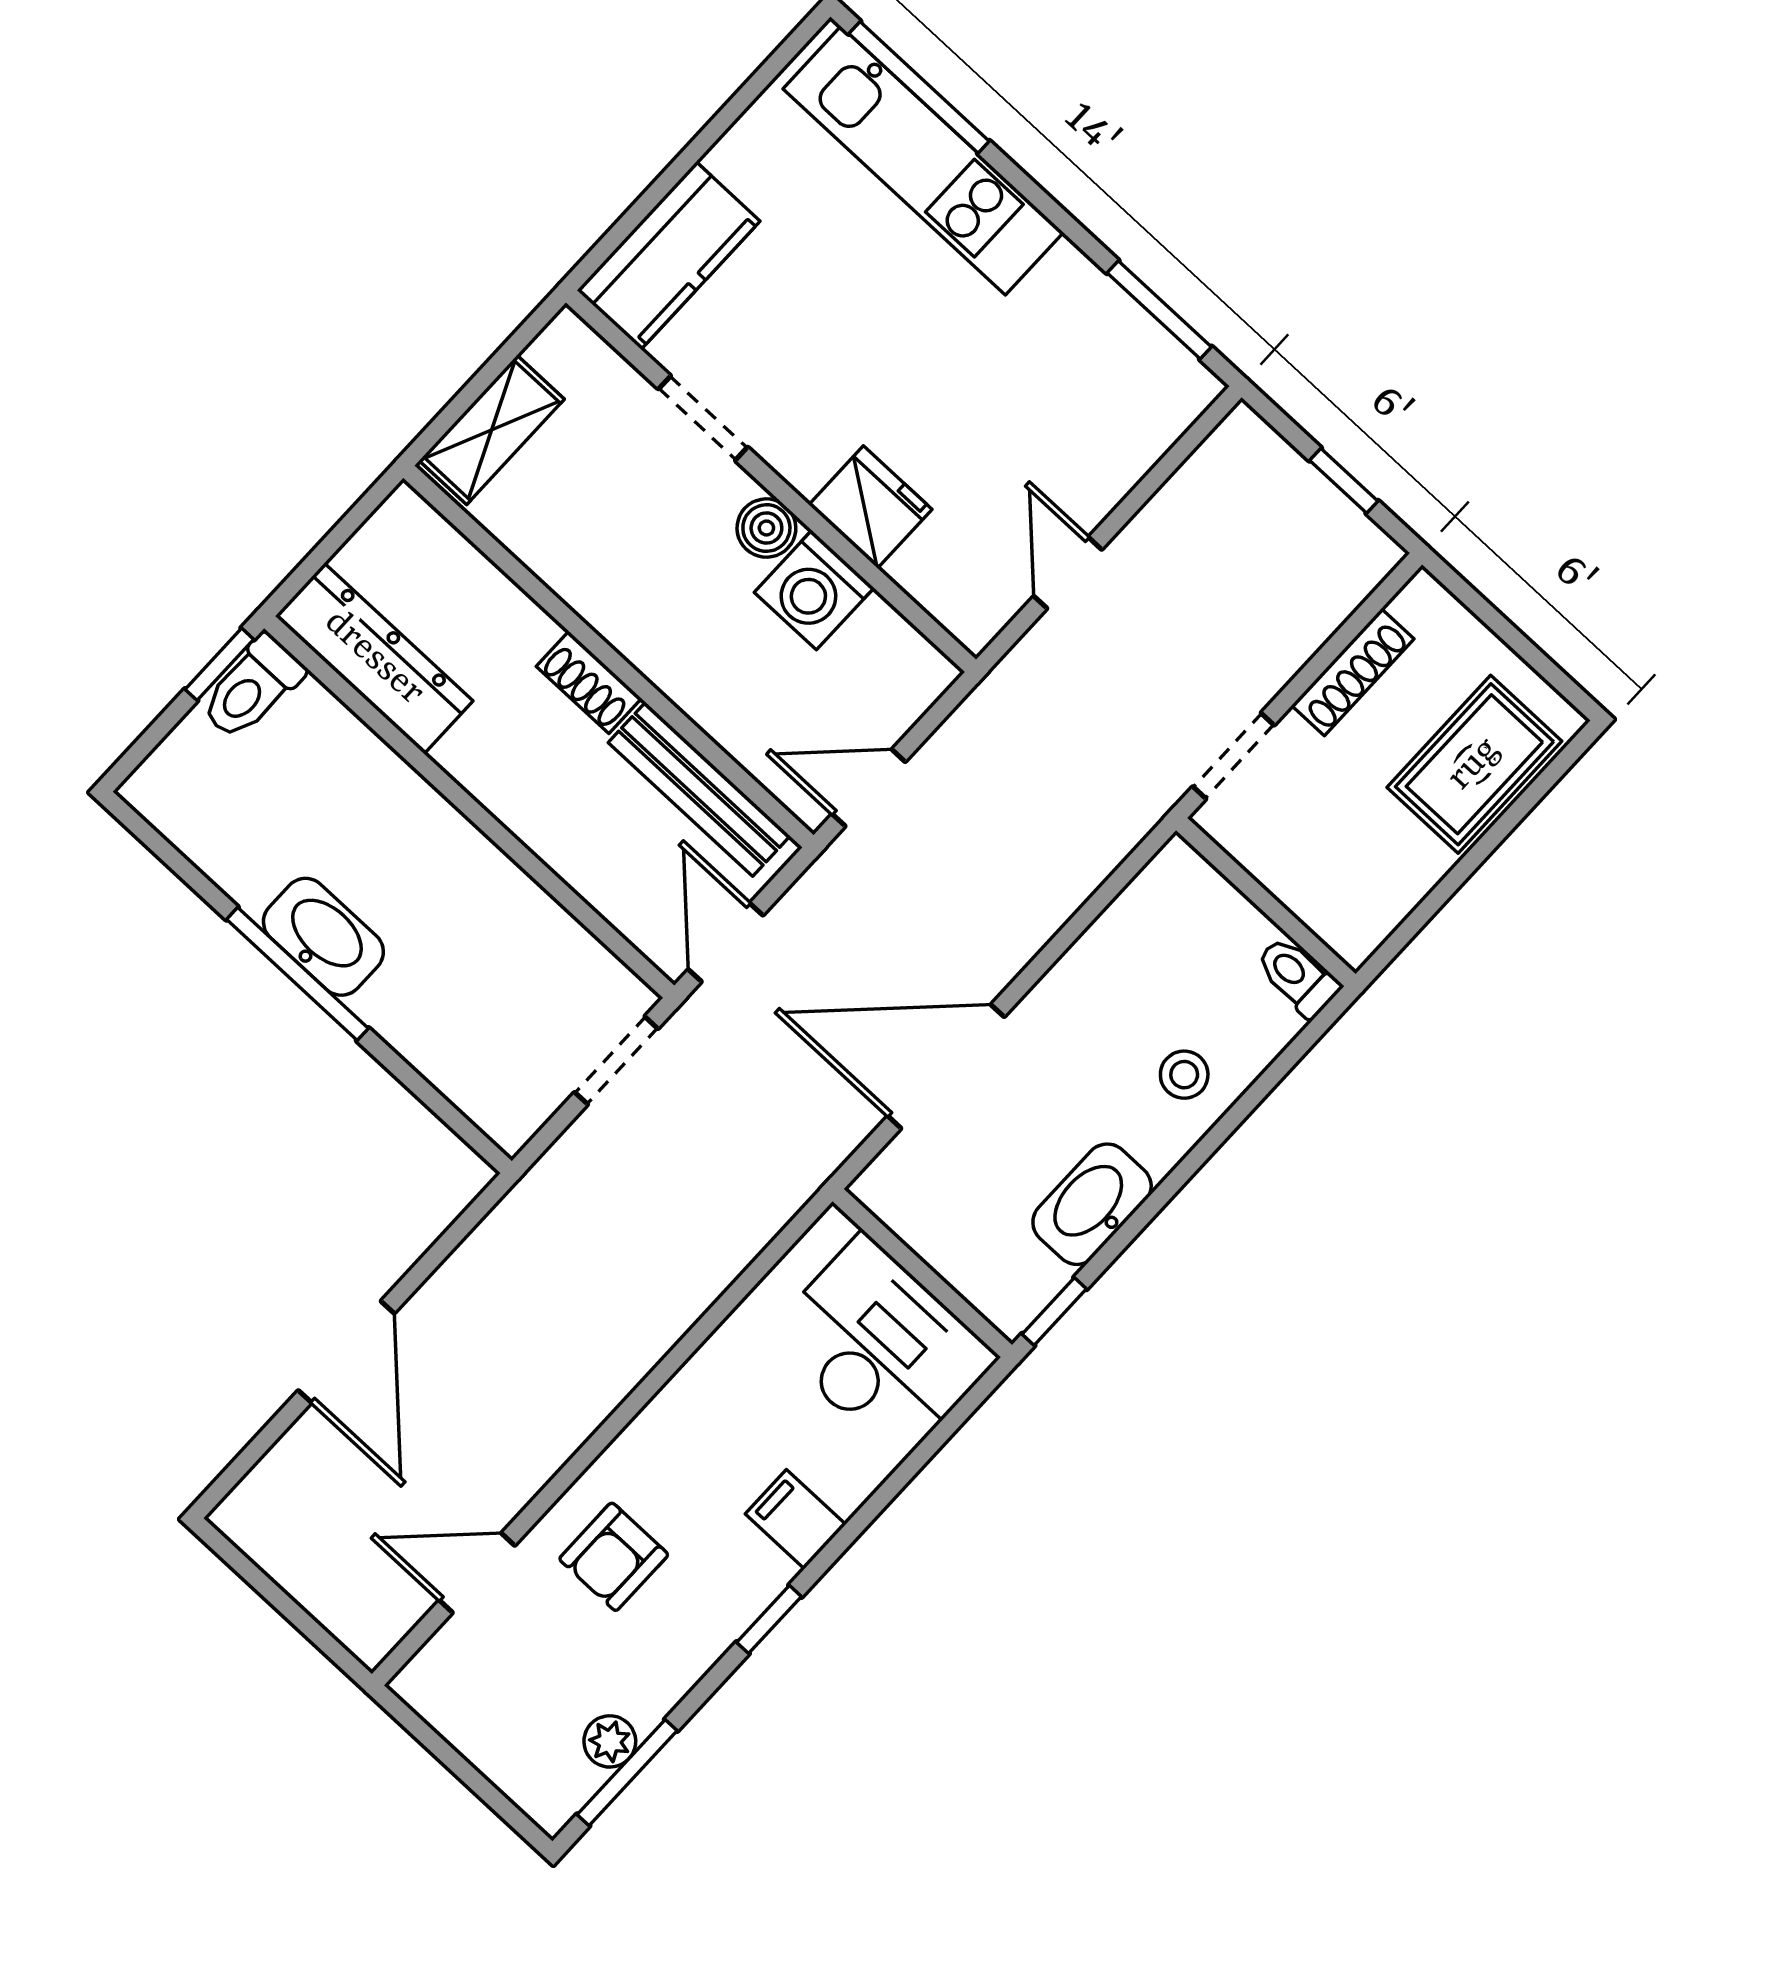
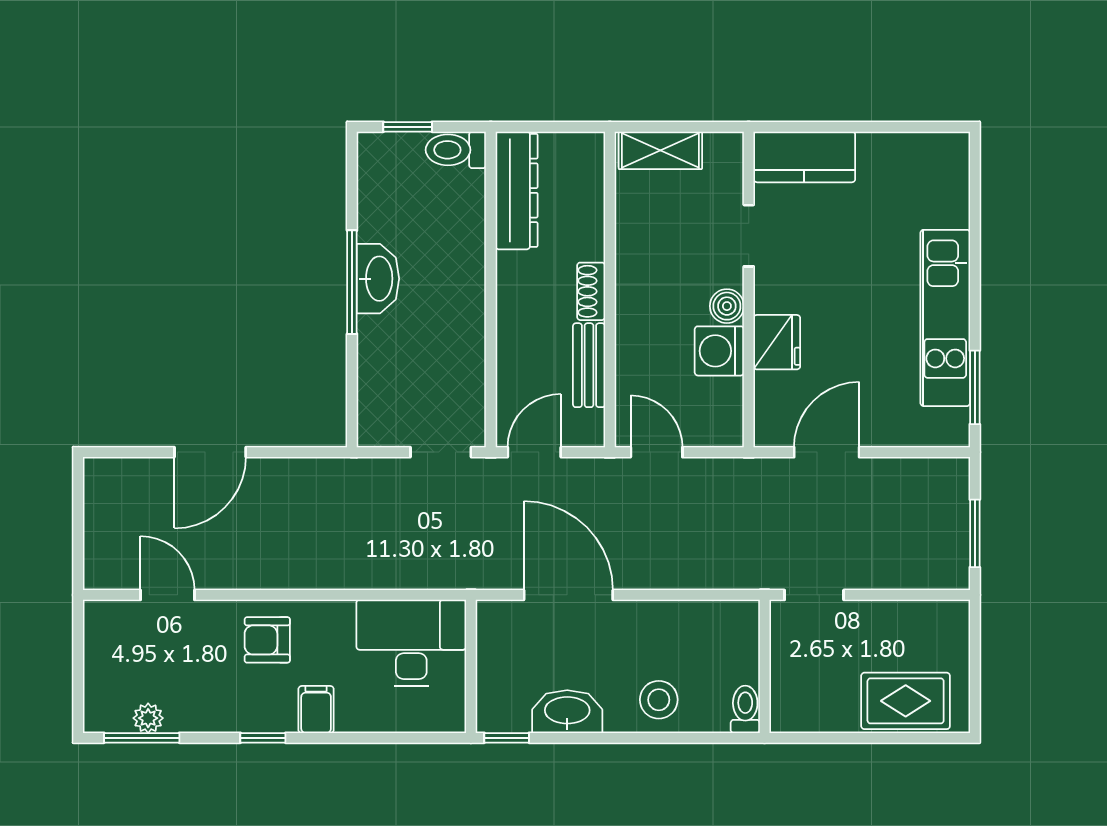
window: (919, 87) -> (975, 197), removed
kitchen unit: (923, 161) -> (945, 318), moved
window: (1344, 481) -> (975, 533), width x1.50
door: (1068, 573) -> (827, 452), width x1.38
window: (219, 664) -> (408, 127), moved
shoe rack: (1353, 672) -> (897, 613), removed
bench: (699, 789) -> (589, 365), width x0.73
stool: (1184, 1075) -> (659, 700), width x1.37, depth x1.37
desk: (881, 1347) -> (411, 643), moved, turned -90
armchair: (614, 1557) -> (267, 640), moved

